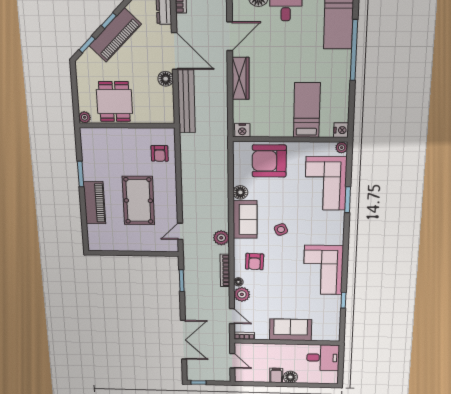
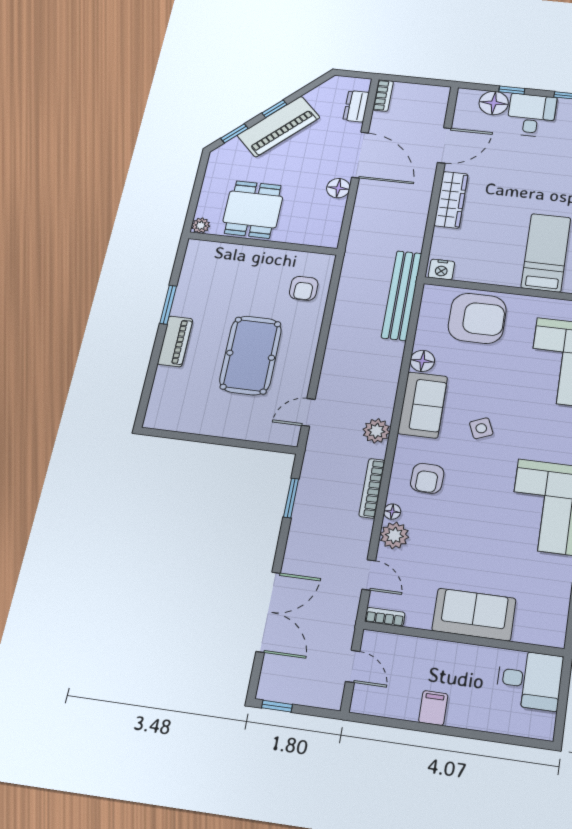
bench: (186, 102) -> (402, 295), moved
armchair: (269, 161) -> (477, 318), turned 180
piano: (94, 203) -> (175, 341), width x0.73, depth x0.75
floor lamp: (290, 377) -> (461, 715), removed

